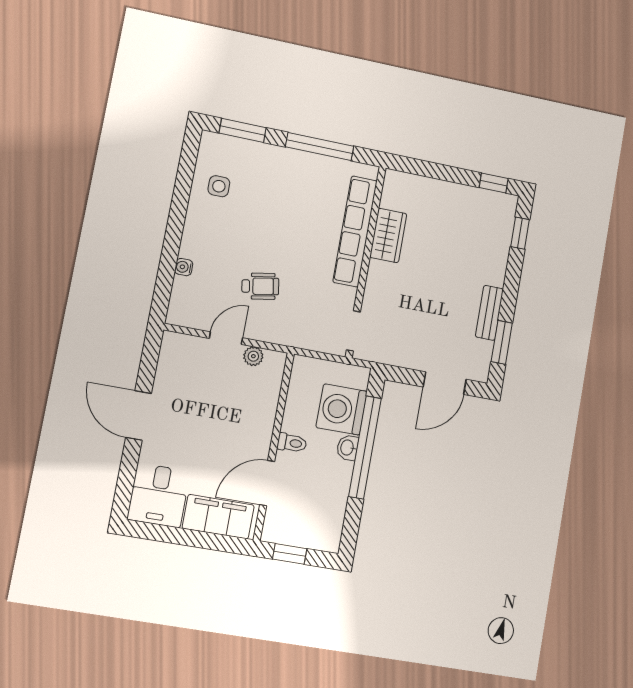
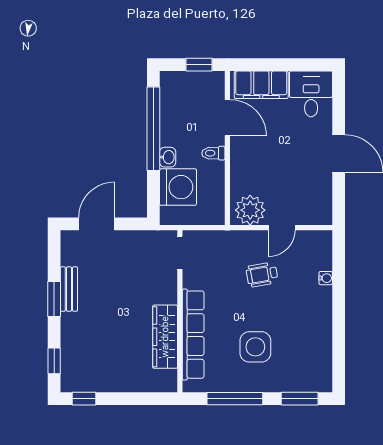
side table: (219, 186) -> (255, 347), moved, width x1.87, depth x1.87
wardrobe: (388, 235) -> (165, 337), width x1.50
window: (502, 342) -> (54, 299), moved
plant: (253, 356) -> (250, 210), width x1.87, depth x1.87
window: (365, 447) -> (153, 129), moved
door: (267, 483) -> (227, 118), hinge flipped

